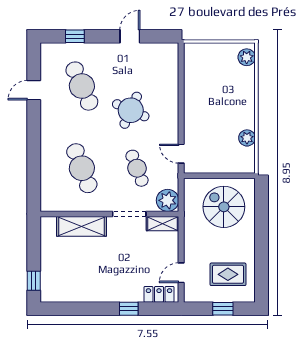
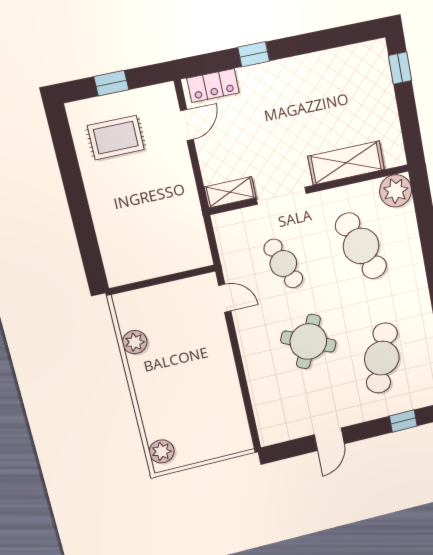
cafe table: (82, 86) -> (382, 358), turned 42
plant: (168, 200) -> (396, 191), moved
spiral stairs: (224, 207) -> (145, 236), removed

